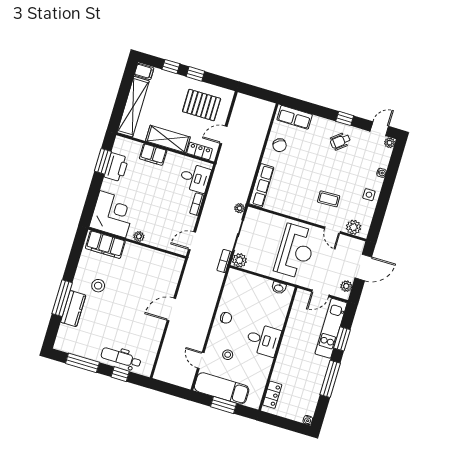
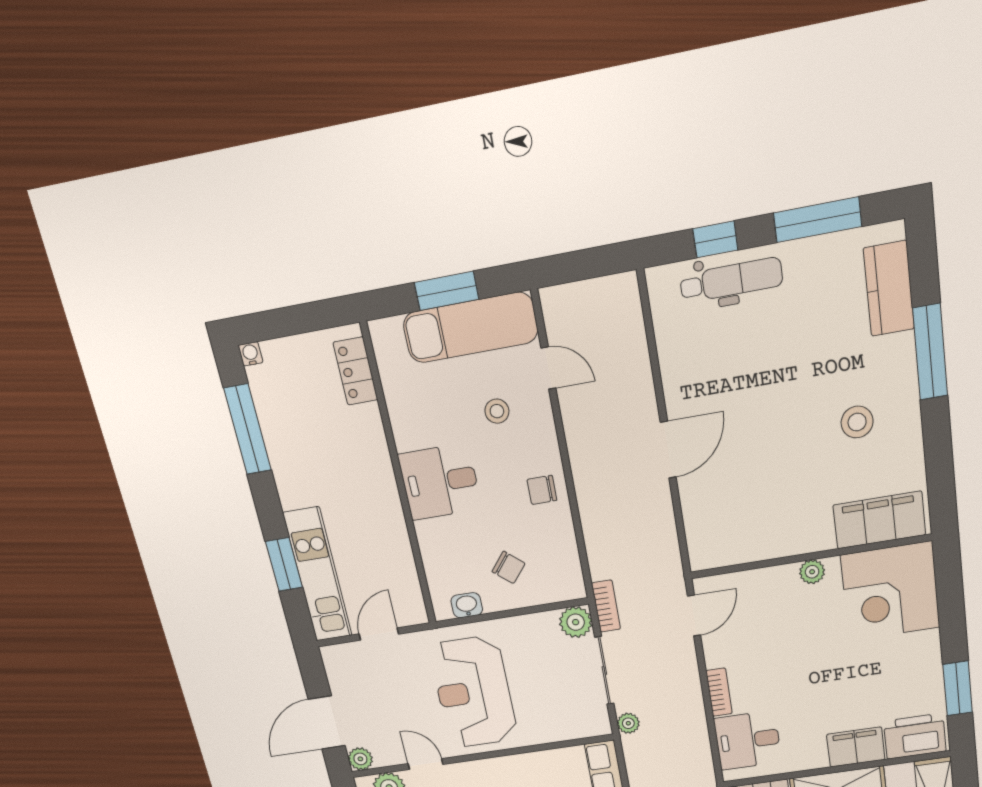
printer: (116, 167) -> (915, 736), moved, turned 90
plant: (346, 286) -> (360, 759), moved
chair: (254, 295) -> (509, 567), added
kitchen counter: (73, 309) -> (889, 289), moved
window: (330, 379) -> (248, 429), moved

